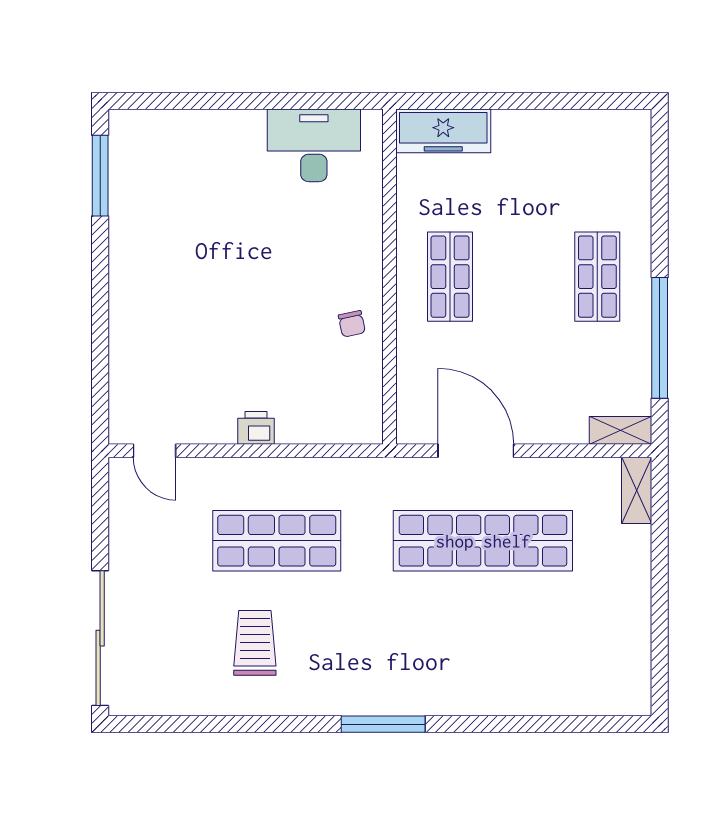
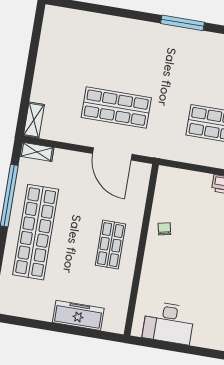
freezer: (443, 131) -> (78, 315), moved
shop shelf: (597, 277) -> (36, 232), width x2.00, depth x1.36
shop shelf: (483, 541) -> (116, 108), width x0.71

